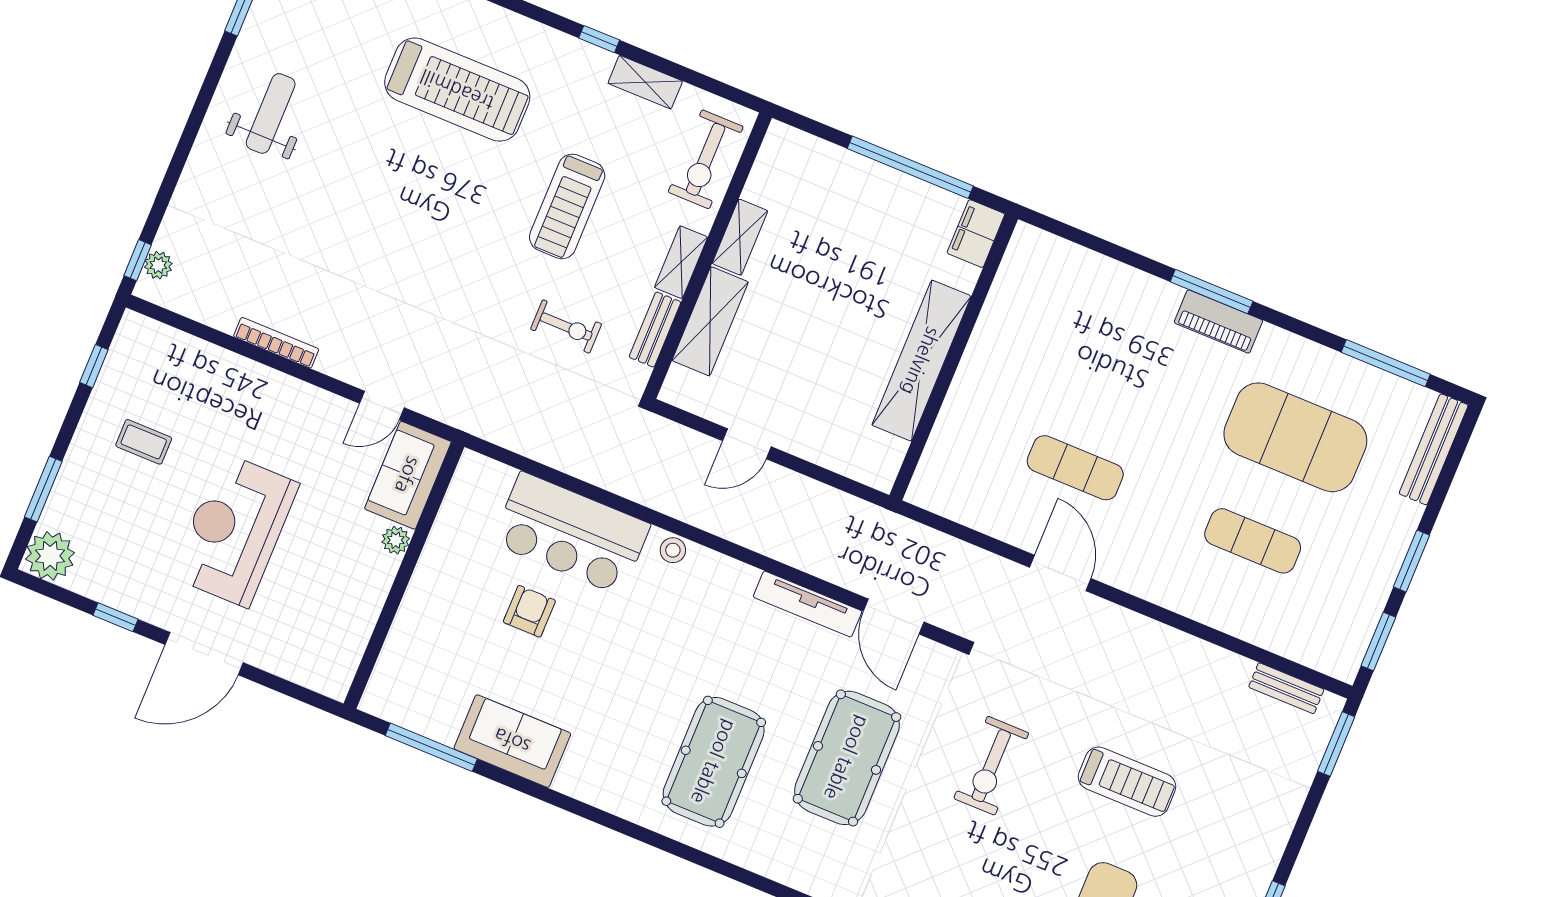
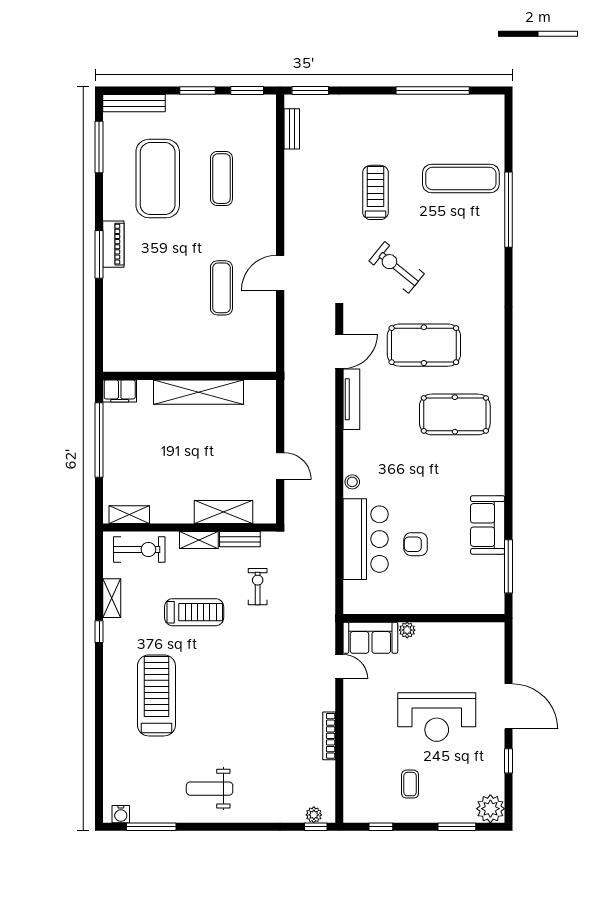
shelving: (740, 237) -> (129, 515), moved
exercise bike: (991, 766) -> (397, 267), turned -141

